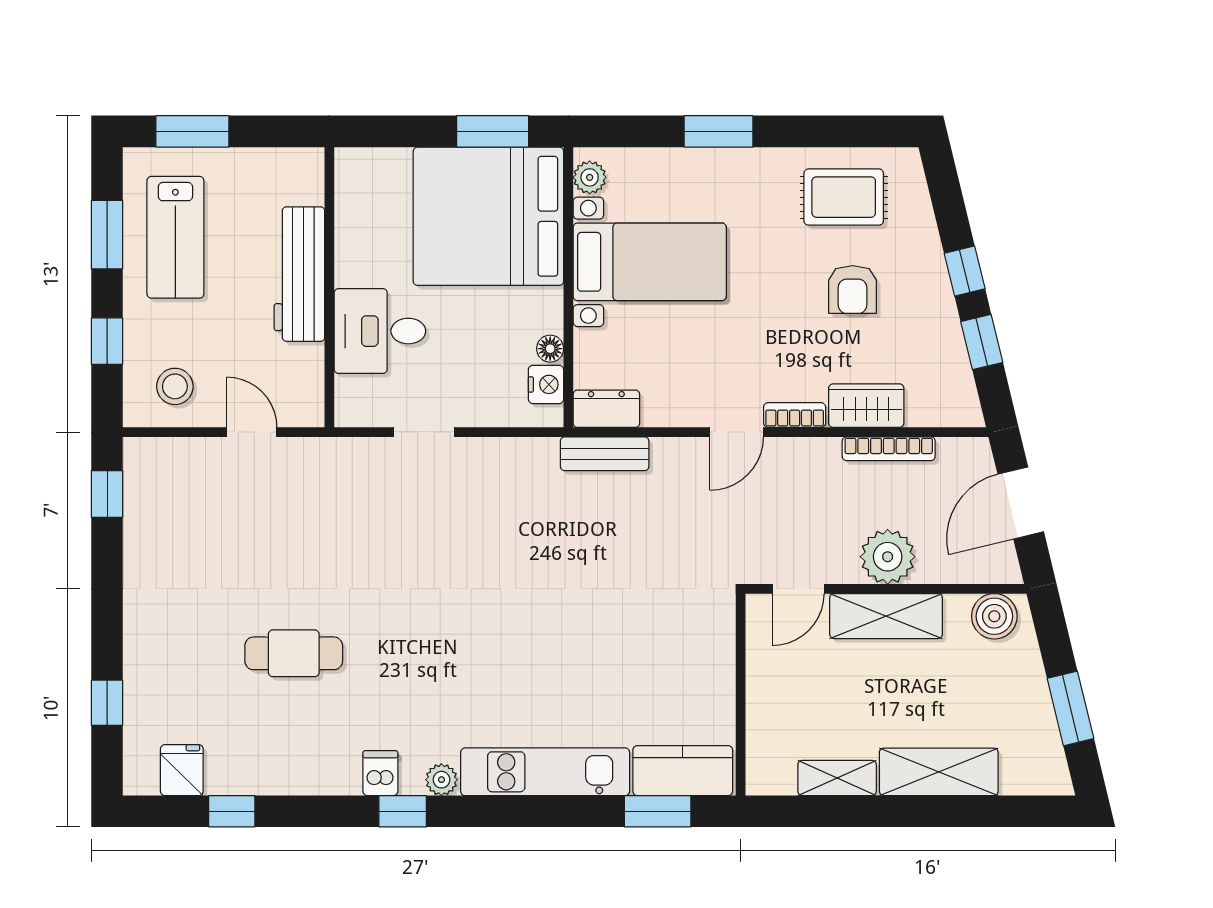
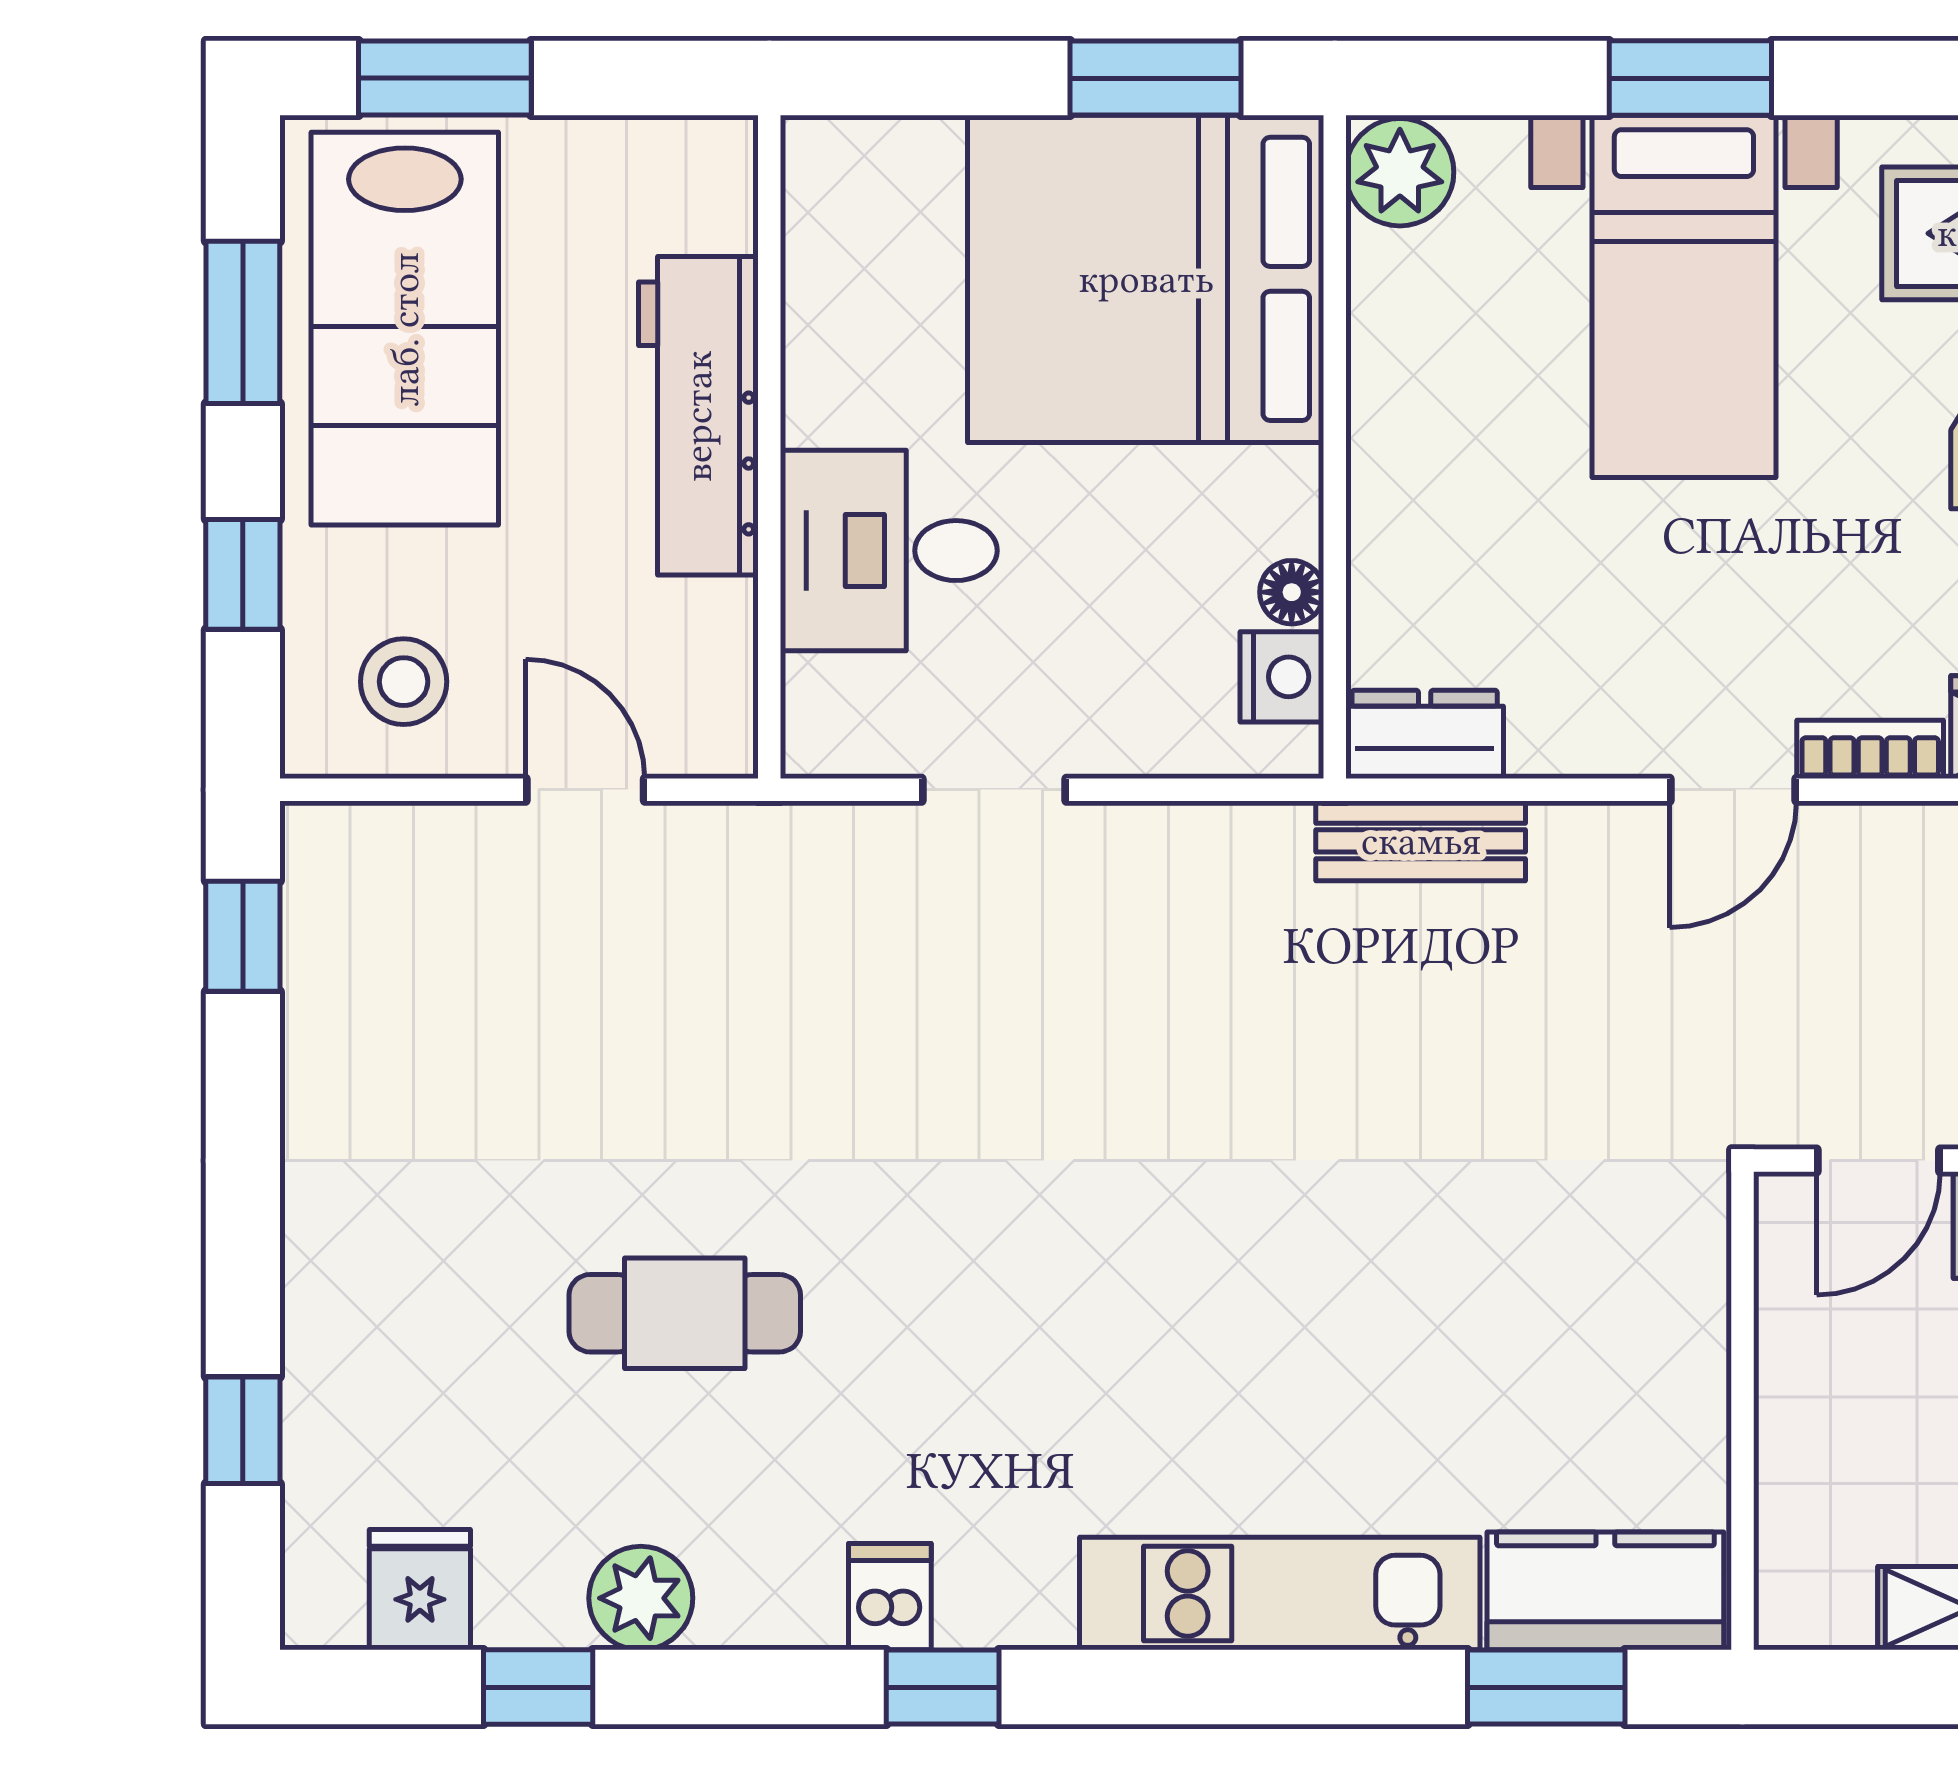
plant: (590, 177) -> (1400, 172), width x1.38, depth x1.38
lab bench: (175, 237) -> (405, 329), width x1.36, depth x1.39
bed with nightstands: (650, 262) -> (1684, 296), moved, turned 90
plant: (441, 780) -> (641, 1598), moved, width x1.38, depth x1.38

